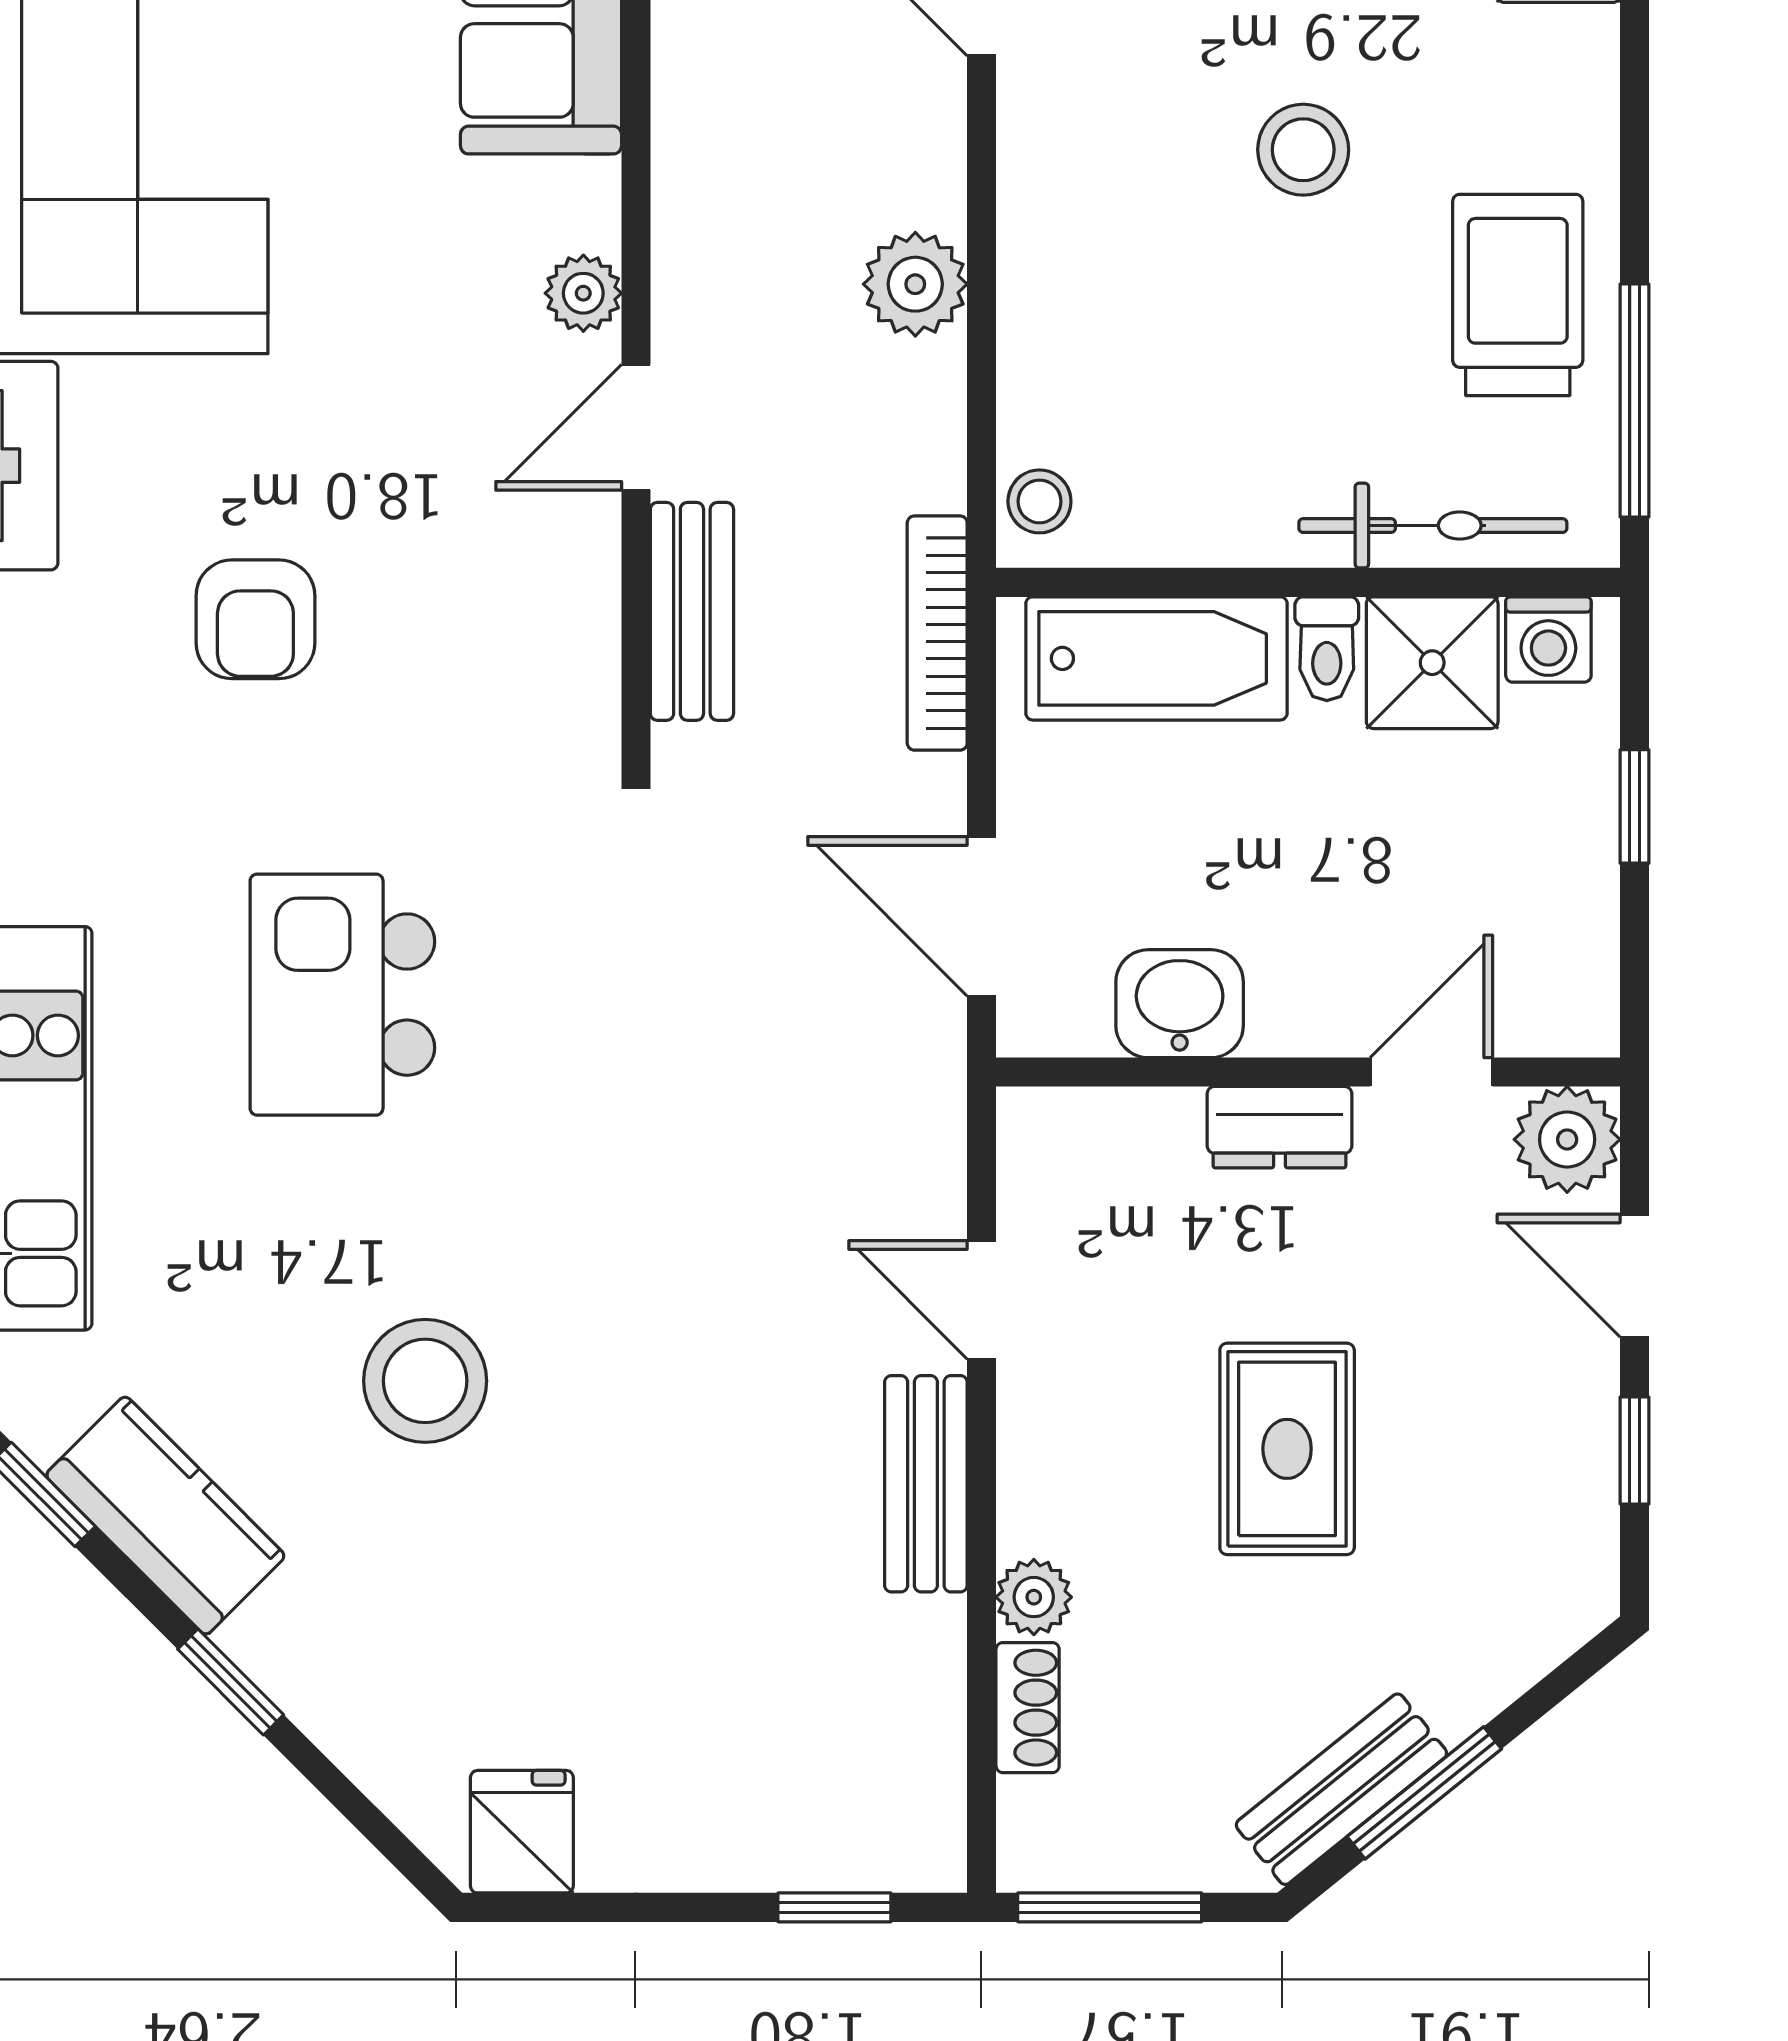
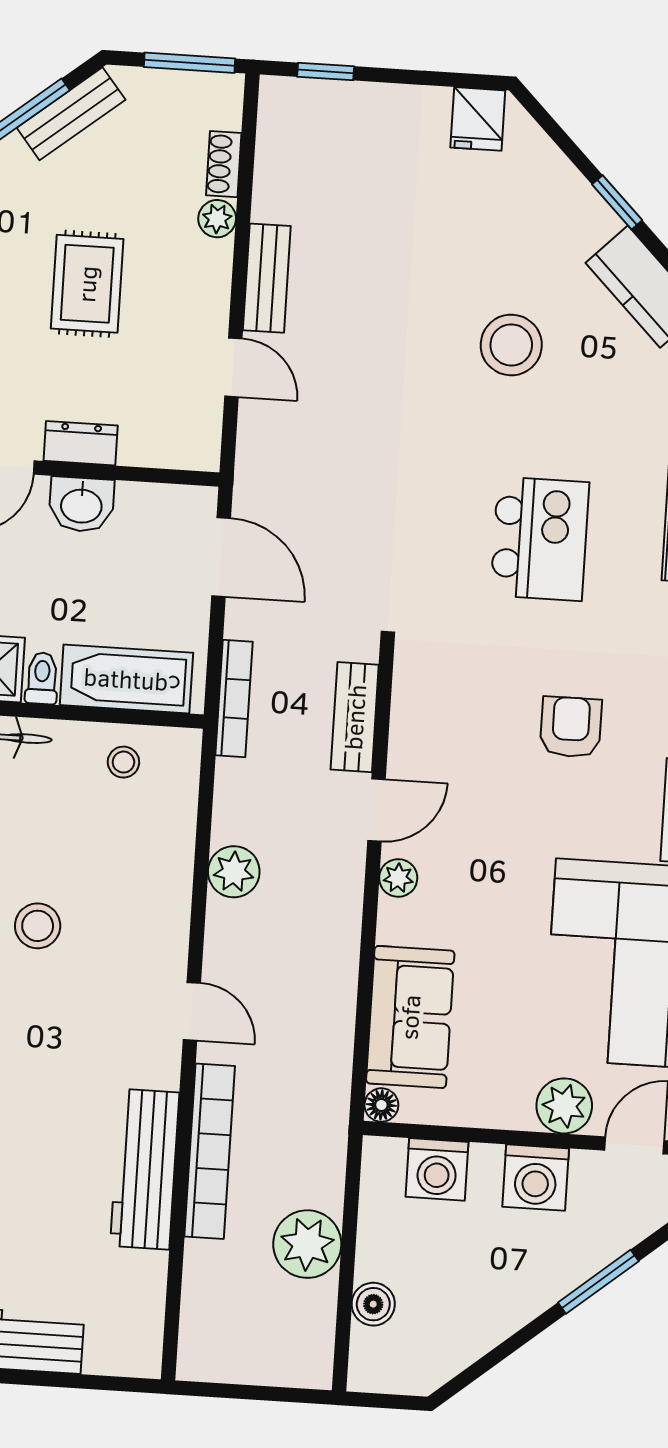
stool: (1039, 501) -> (123, 762), moved
washbasin: (1180, 1004) -> (81, 505), moved

